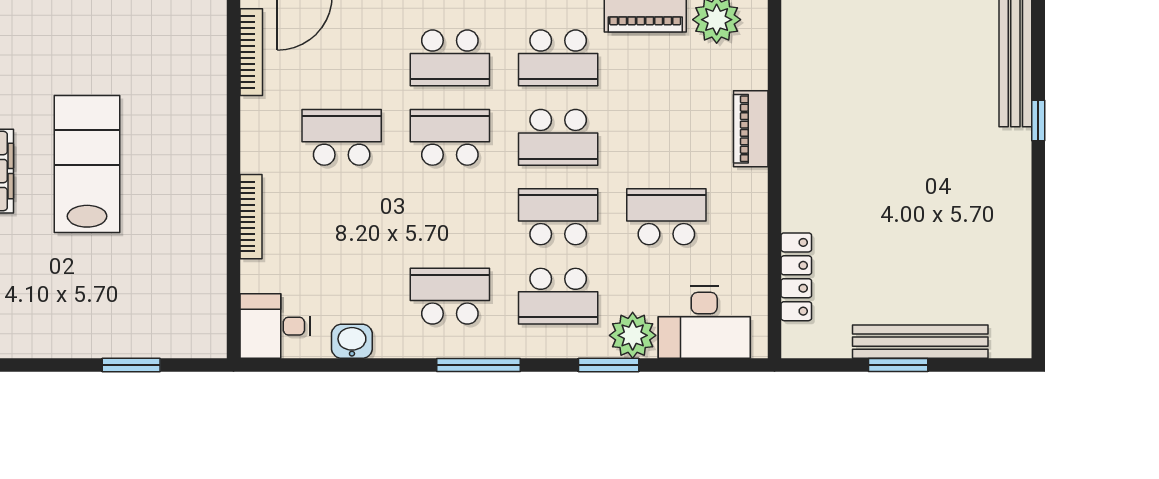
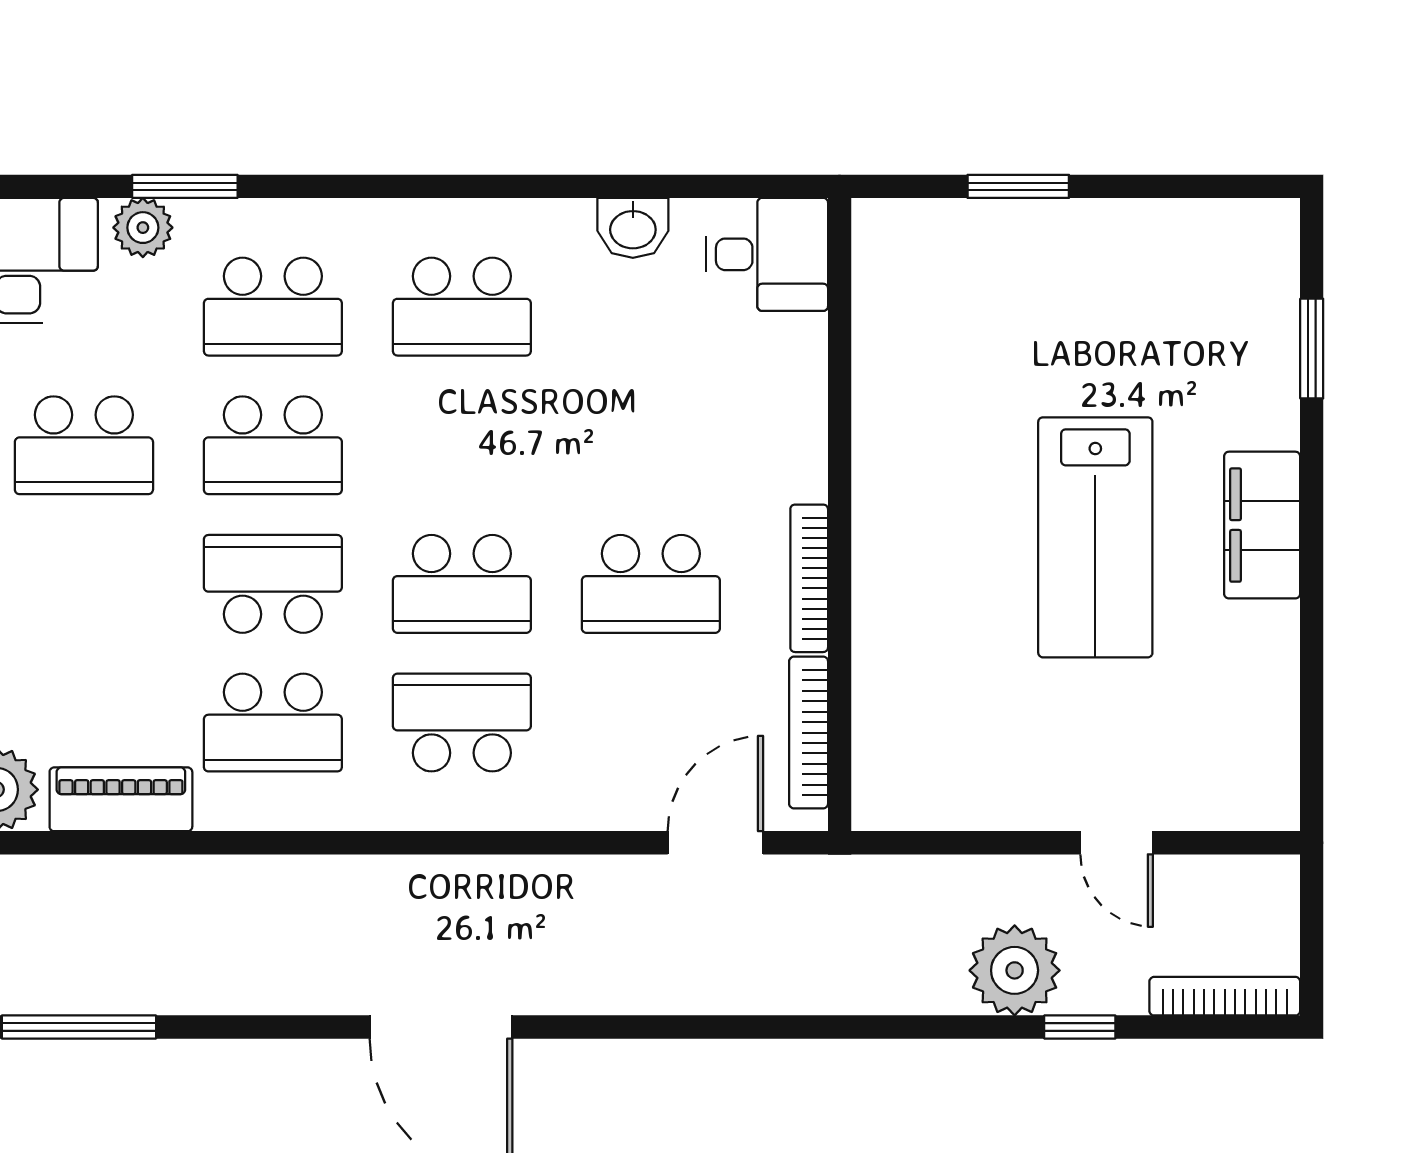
school desk: (558, 58) -> (273, 723), turned 180
bookcase: (251, 217) -> (809, 578), moved
school desk: (558, 296) -> (273, 307), turned 180
plant: (633, 335) -> (143, 228), width x0.73, depth x0.73
window: (479, 365) -> (412, 186), removed

